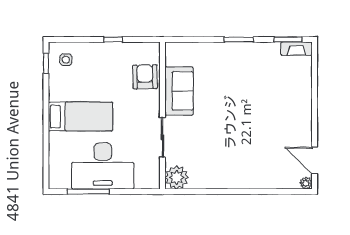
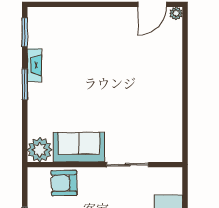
fireplace: (296, 49) -> (34, 65), moved
plant: (177, 177) -> (40, 150), moved

